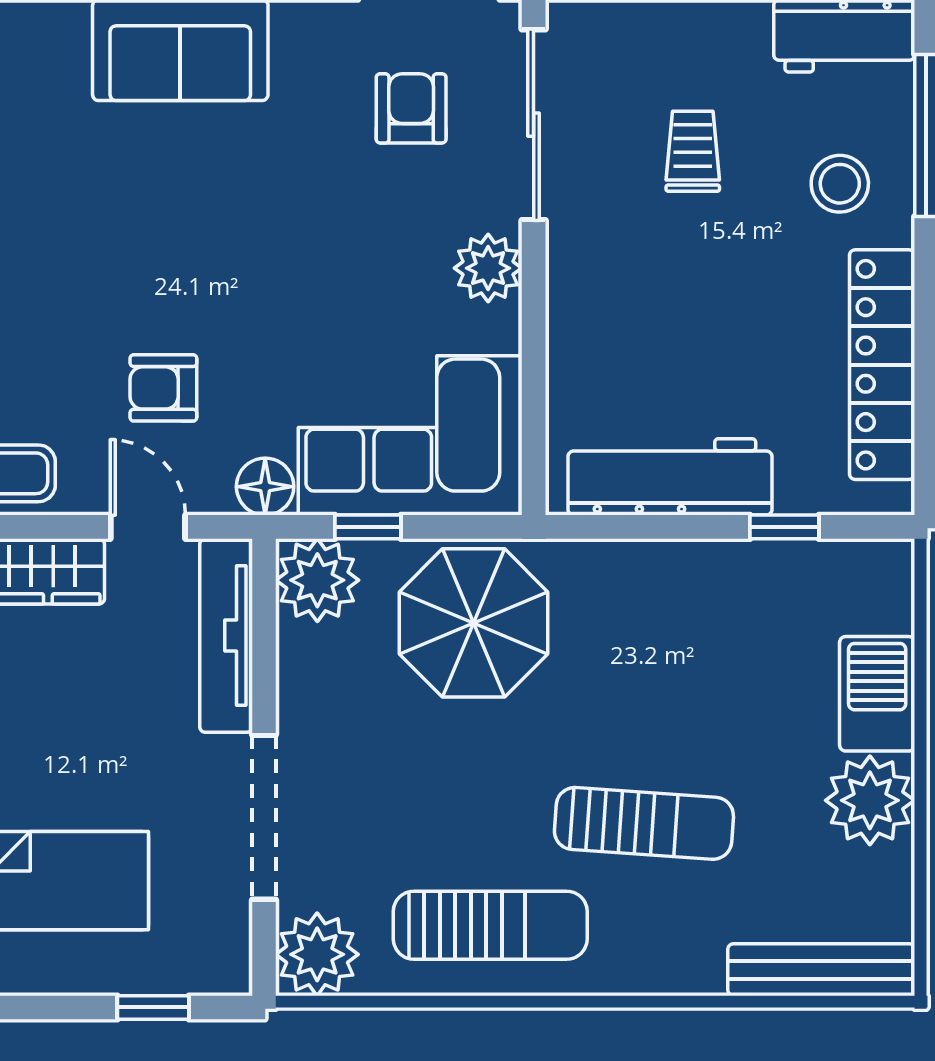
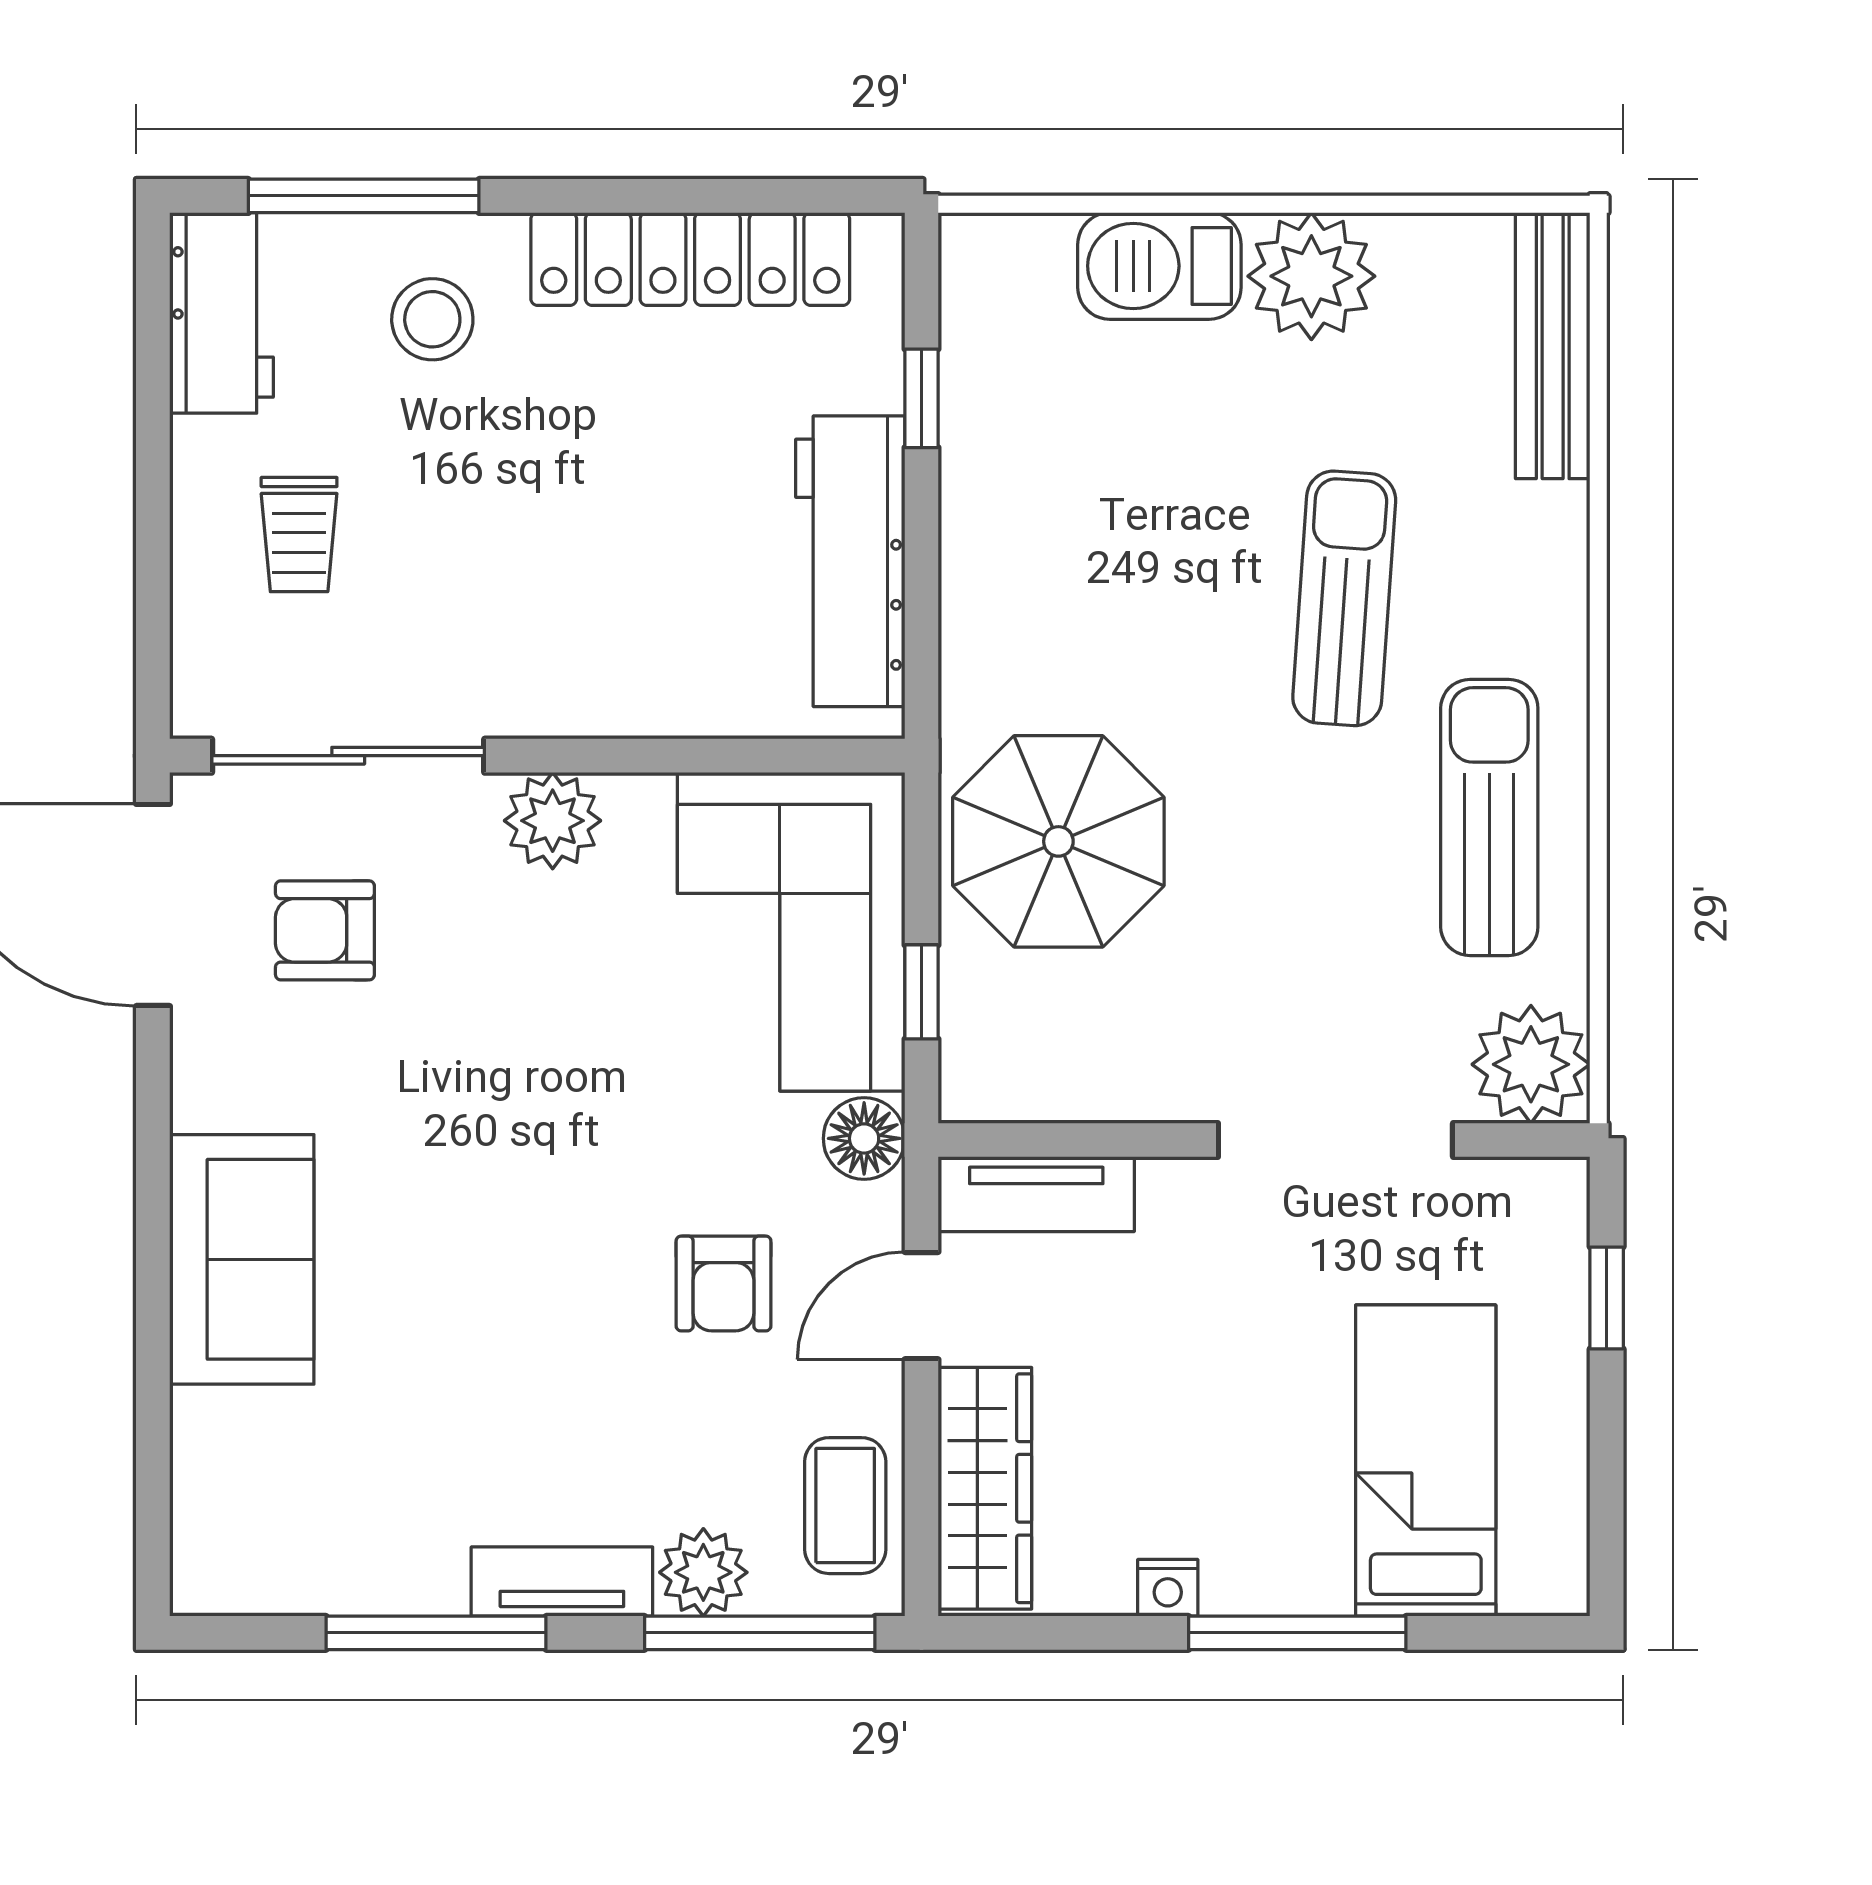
trolley: (693, 151) -> (299, 535), moved, turned -90
plant: (317, 580) -> (997, 1064), removed
tv unit: (226, 636) -> (1036, 1194), width x0.71

